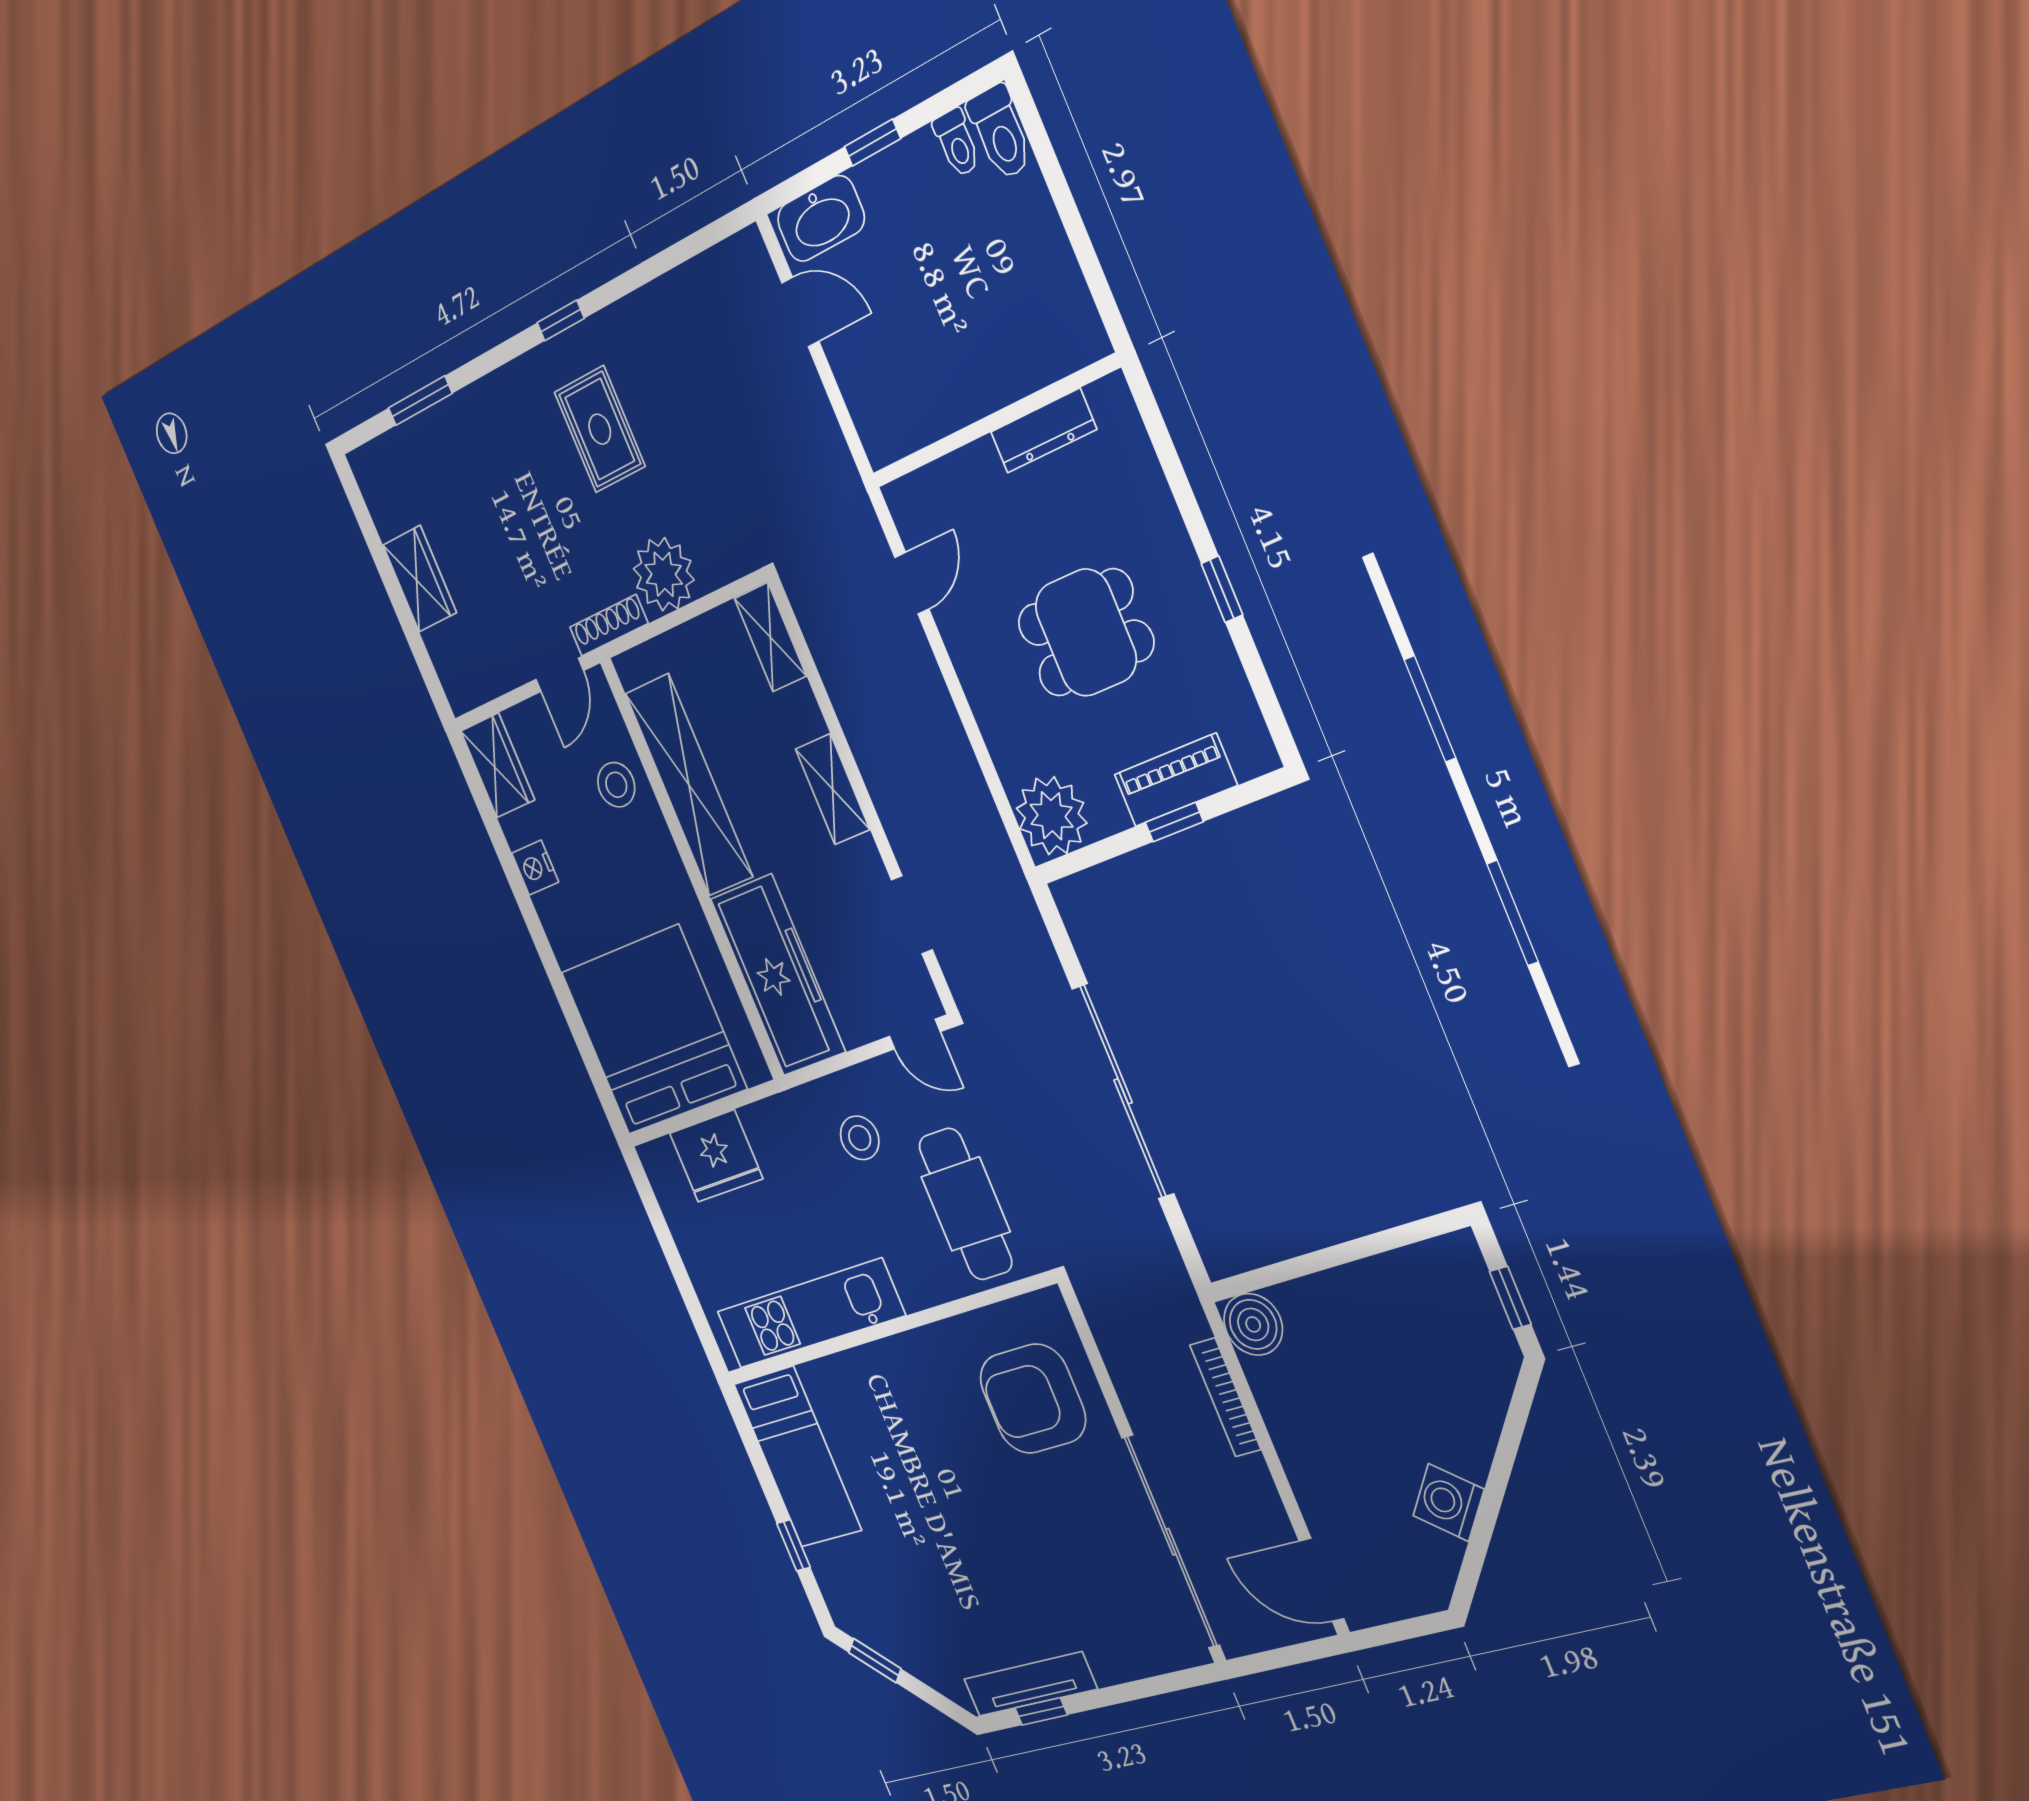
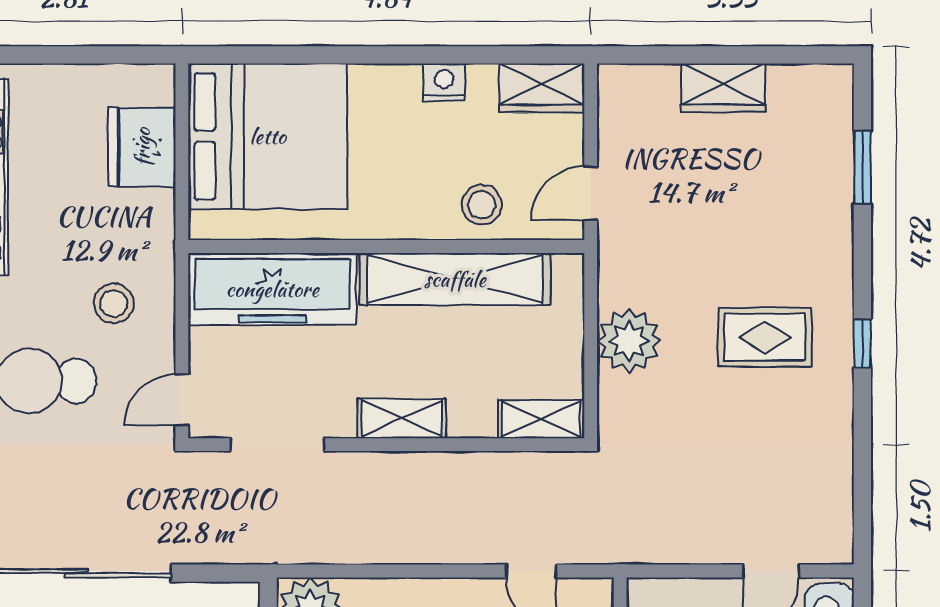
shoe rack: (609, 625) -> (611, 265), removed
door: (560, 675) -> (591, 193), hinge flipped
doorway: (912, 915) -> (278, 445), width x1.38

